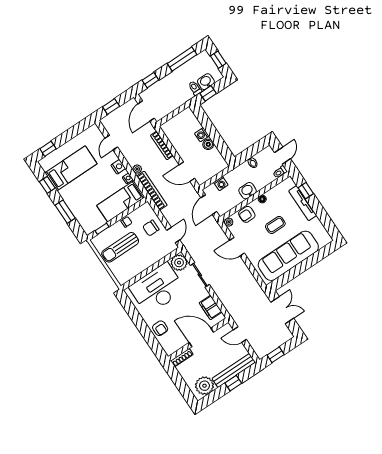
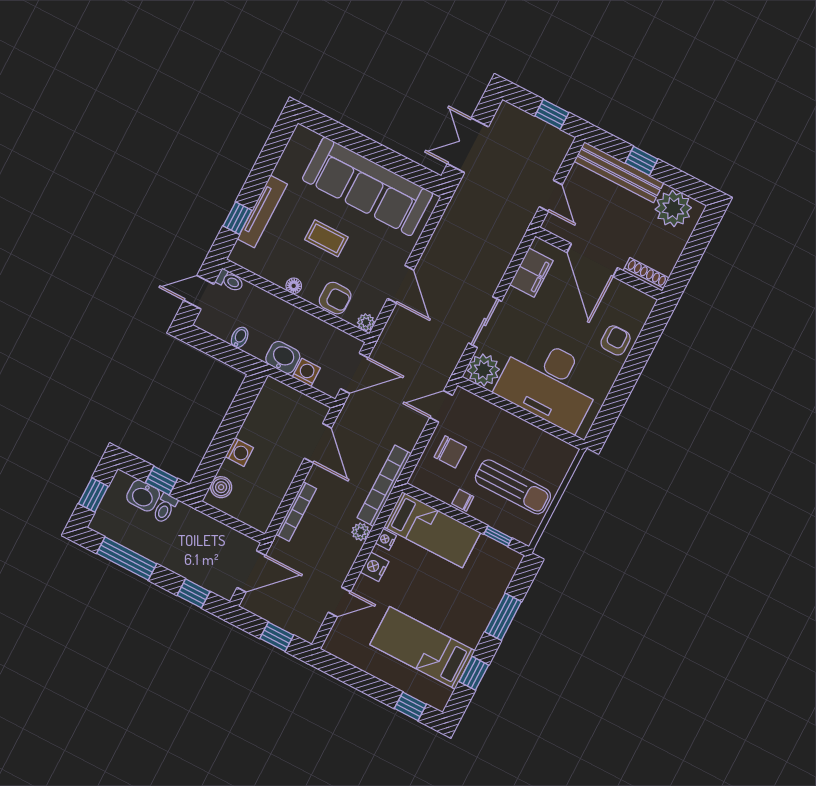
boiler: (208, 144) -> (221, 487), moved
washbasin: (248, 191) -> (283, 357), moved, turned 180

